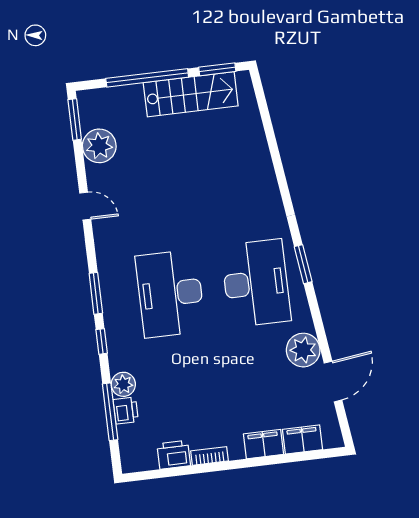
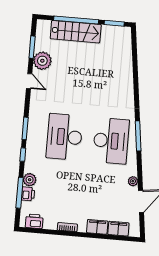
stairs: (191, 94) -> (76, 32), moved
window: (75, 119) -> (32, 47), moved
plant: (99, 146) -> (42, 61), moved
window: (303, 264) -> (138, 136), width x1.44
plant: (303, 350) -> (133, 181), width x0.53, depth x0.53
printer: (174, 455) -> (34, 221), moved

